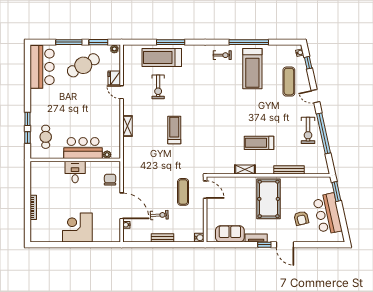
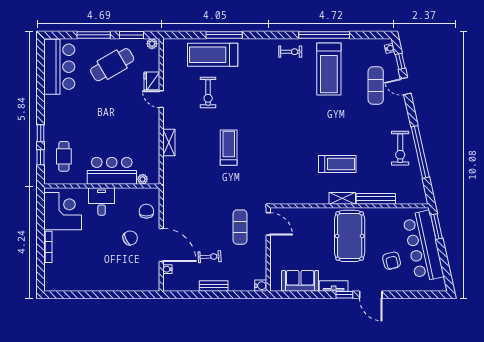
door: (315, 96) -> (406, 86), moved
treadmill: (259, 143) -> (337, 164), turned 180
shelving: (245, 170) -> (342, 198), moved
chair: (97, 200) -> (130, 238), added
bar counter: (327, 214) -> (423, 246), width x1.36
corner desk: (77, 228) -> (63, 211), moved, turned 90

